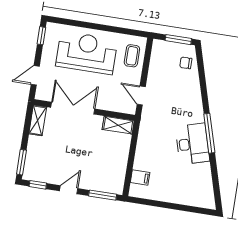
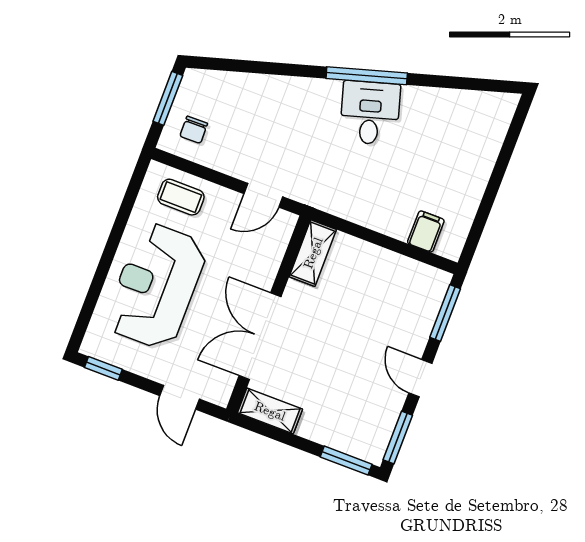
chair: (186, 63) -> (194, 130), moved
desk: (192, 144) -> (370, 113), width x0.73
window: (38, 185) -> (398, 437), width x1.50

